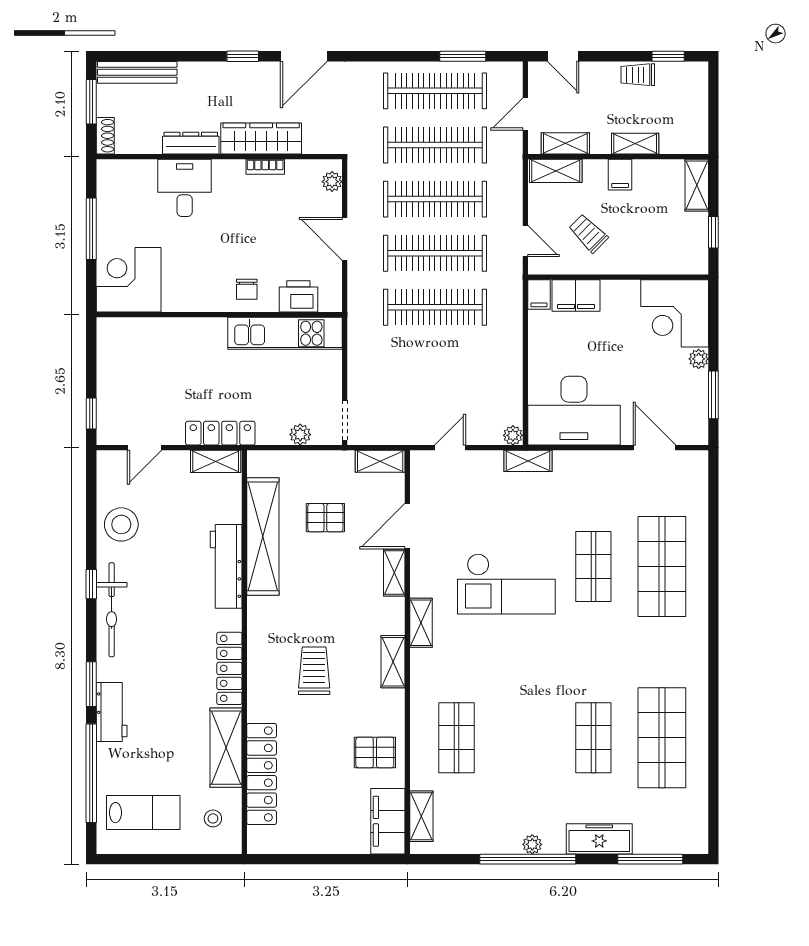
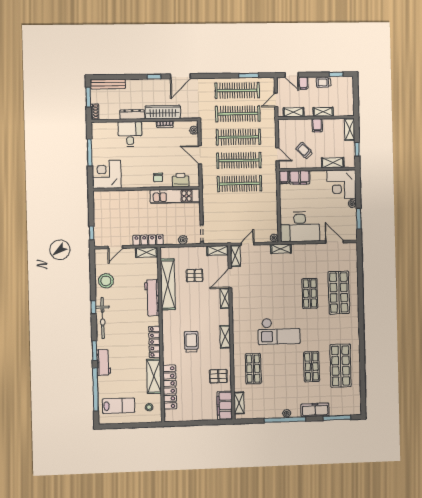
filing cabinet: (590, 75) -> (303, 83), added
shelving: (556, 171) -> (333, 163), moved
checkout: (506, 584) -> (279, 331), moved
shelving: (421, 623) -> (235, 256), moved

